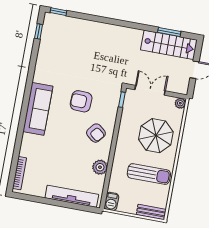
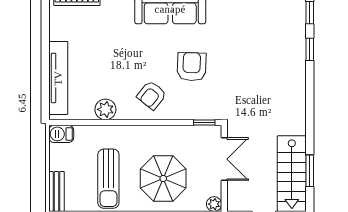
window: (84, 16) -> (310, 49), added

